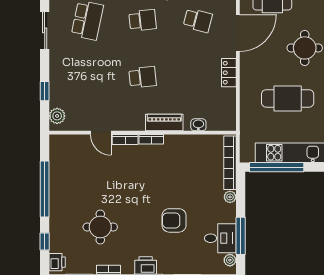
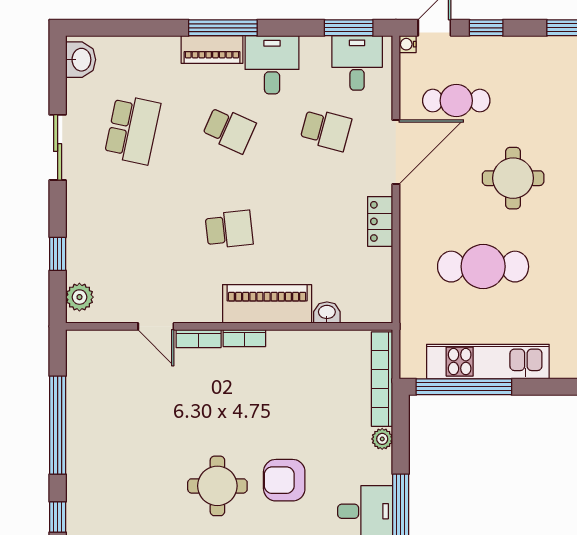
school desk: (143, 20) -> (229, 130), turned 30
piano: (164, 123) -> (267, 304), width x1.37, depth x1.33
round table: (100, 227) -> (217, 486), moved

